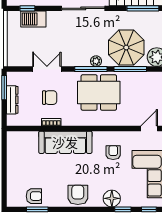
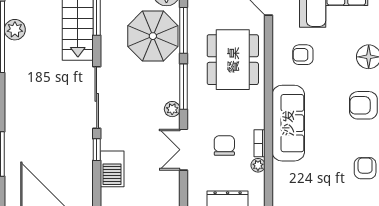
window: (27, 8) -> (97, 150), moved
plant: (96, 61) -> (172, 109), moved
dining table: (99, 92) -> (233, 60), moved
plant: (36, 121) -> (258, 165), added

